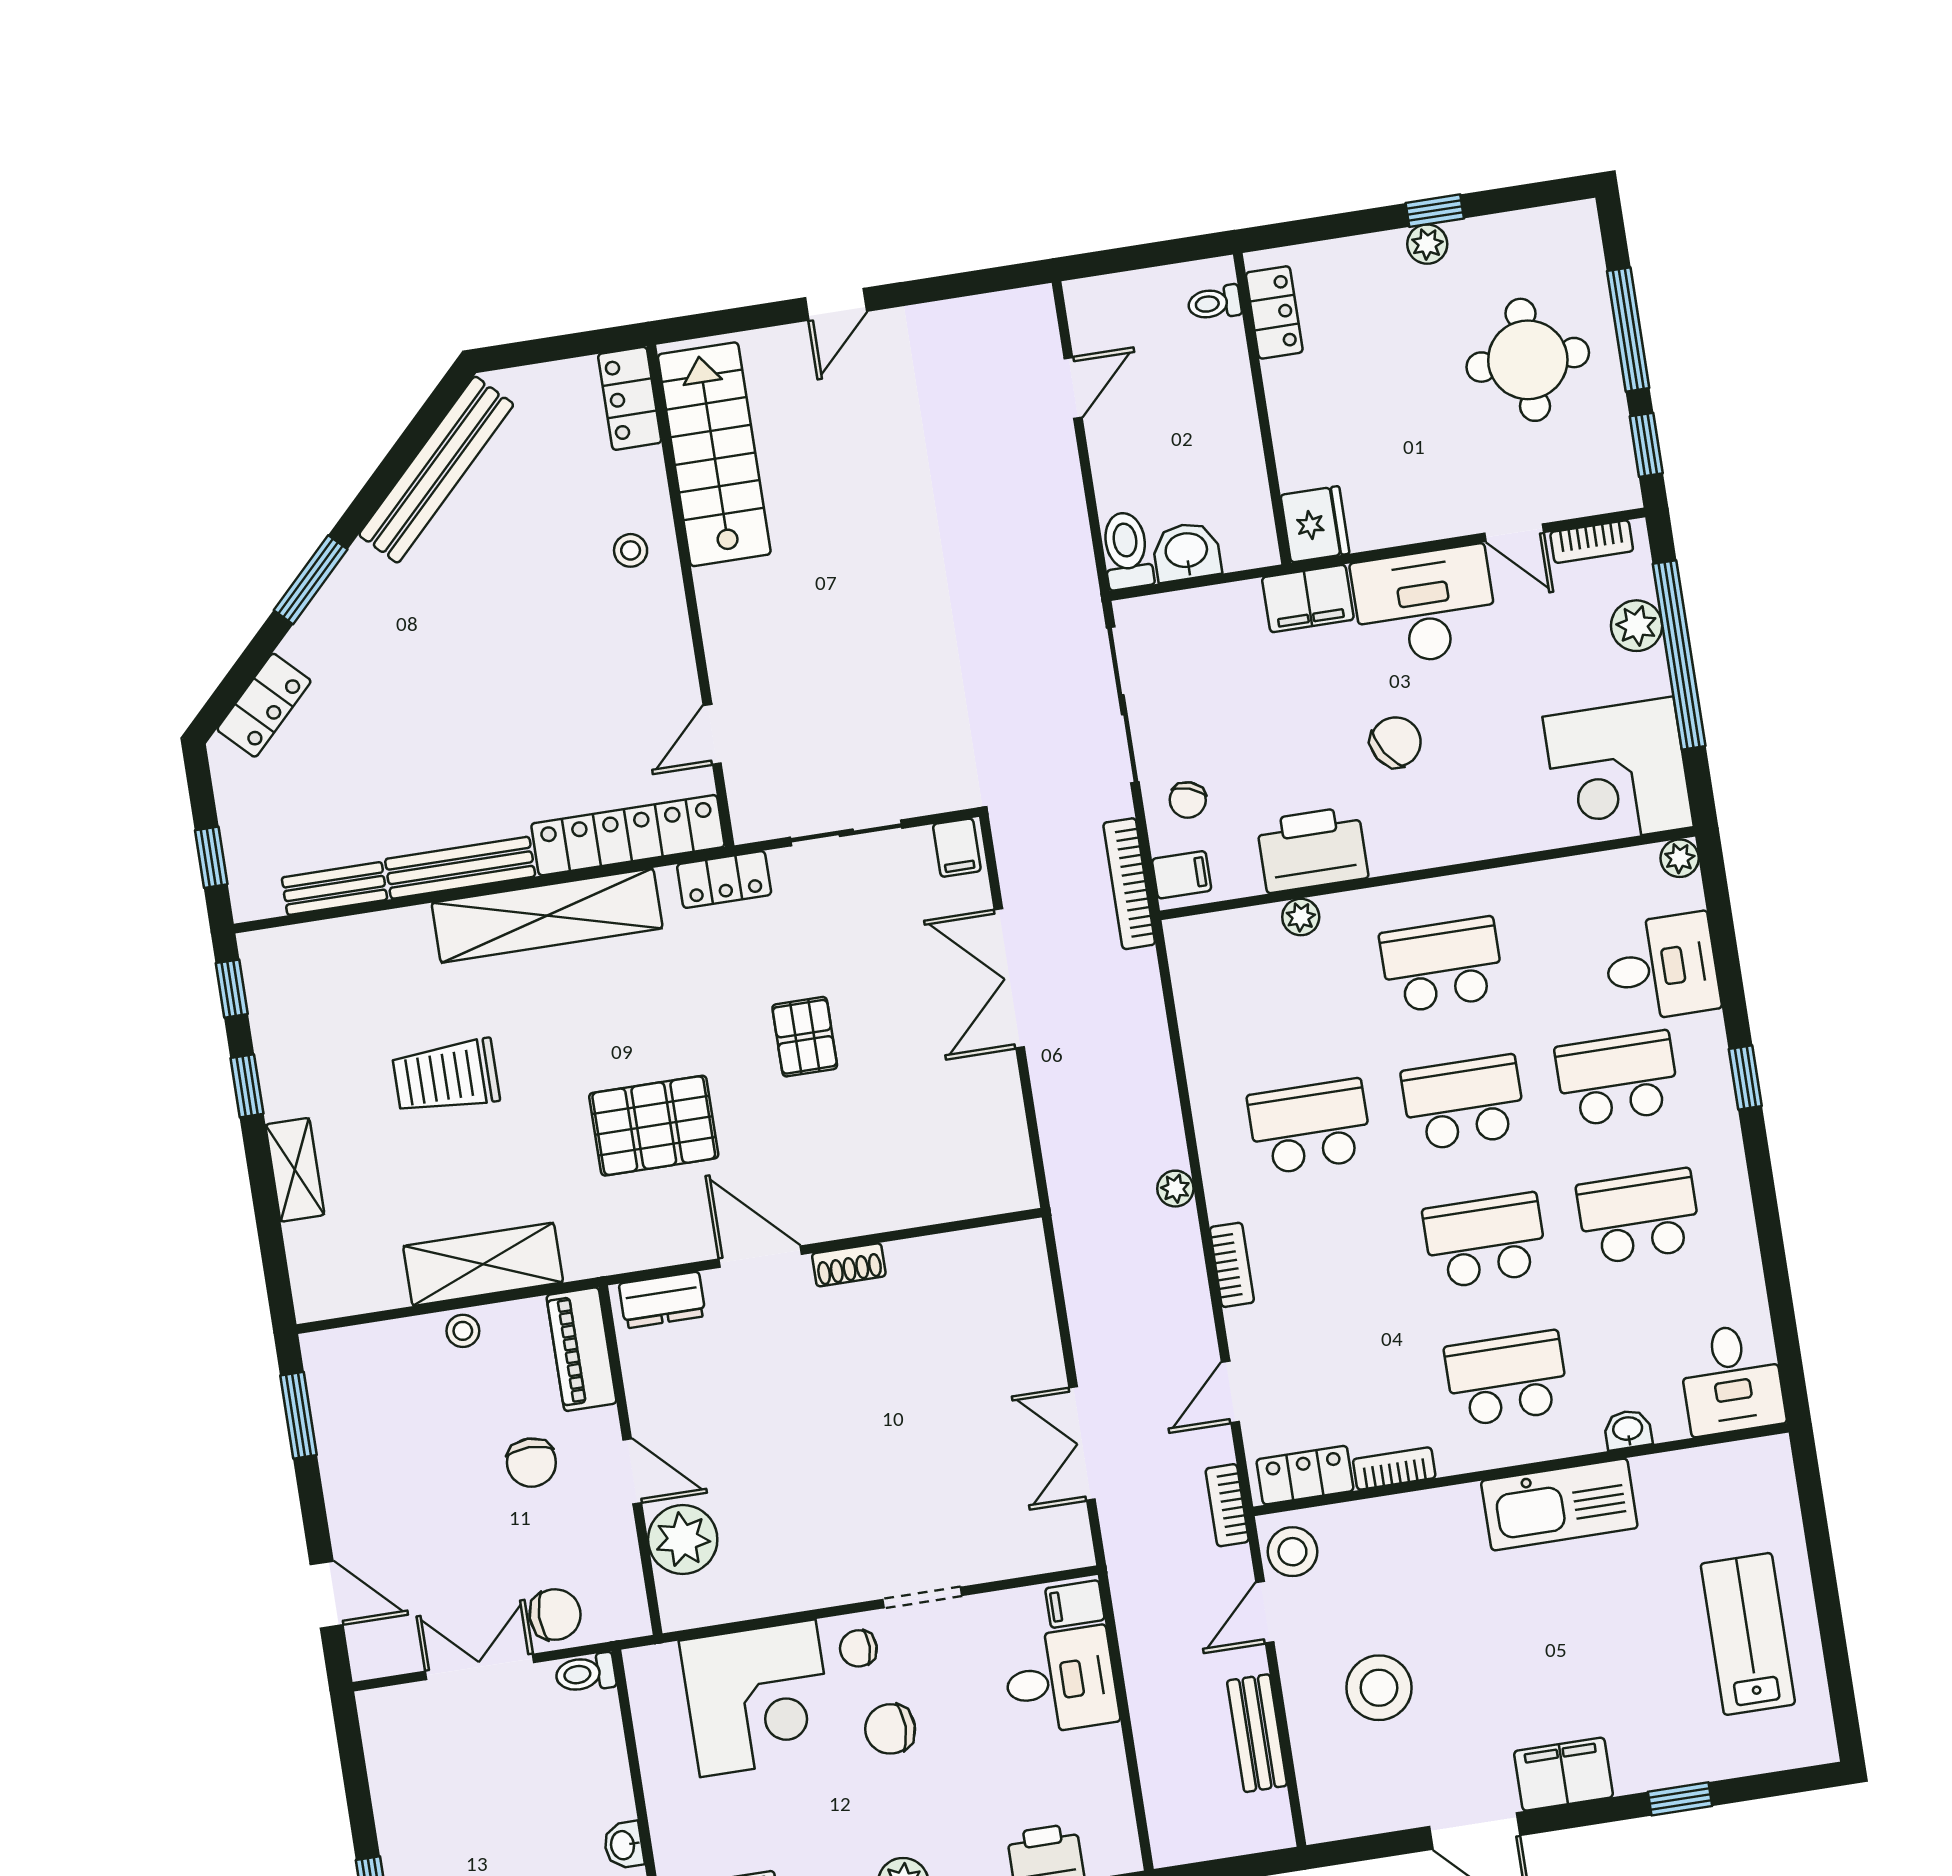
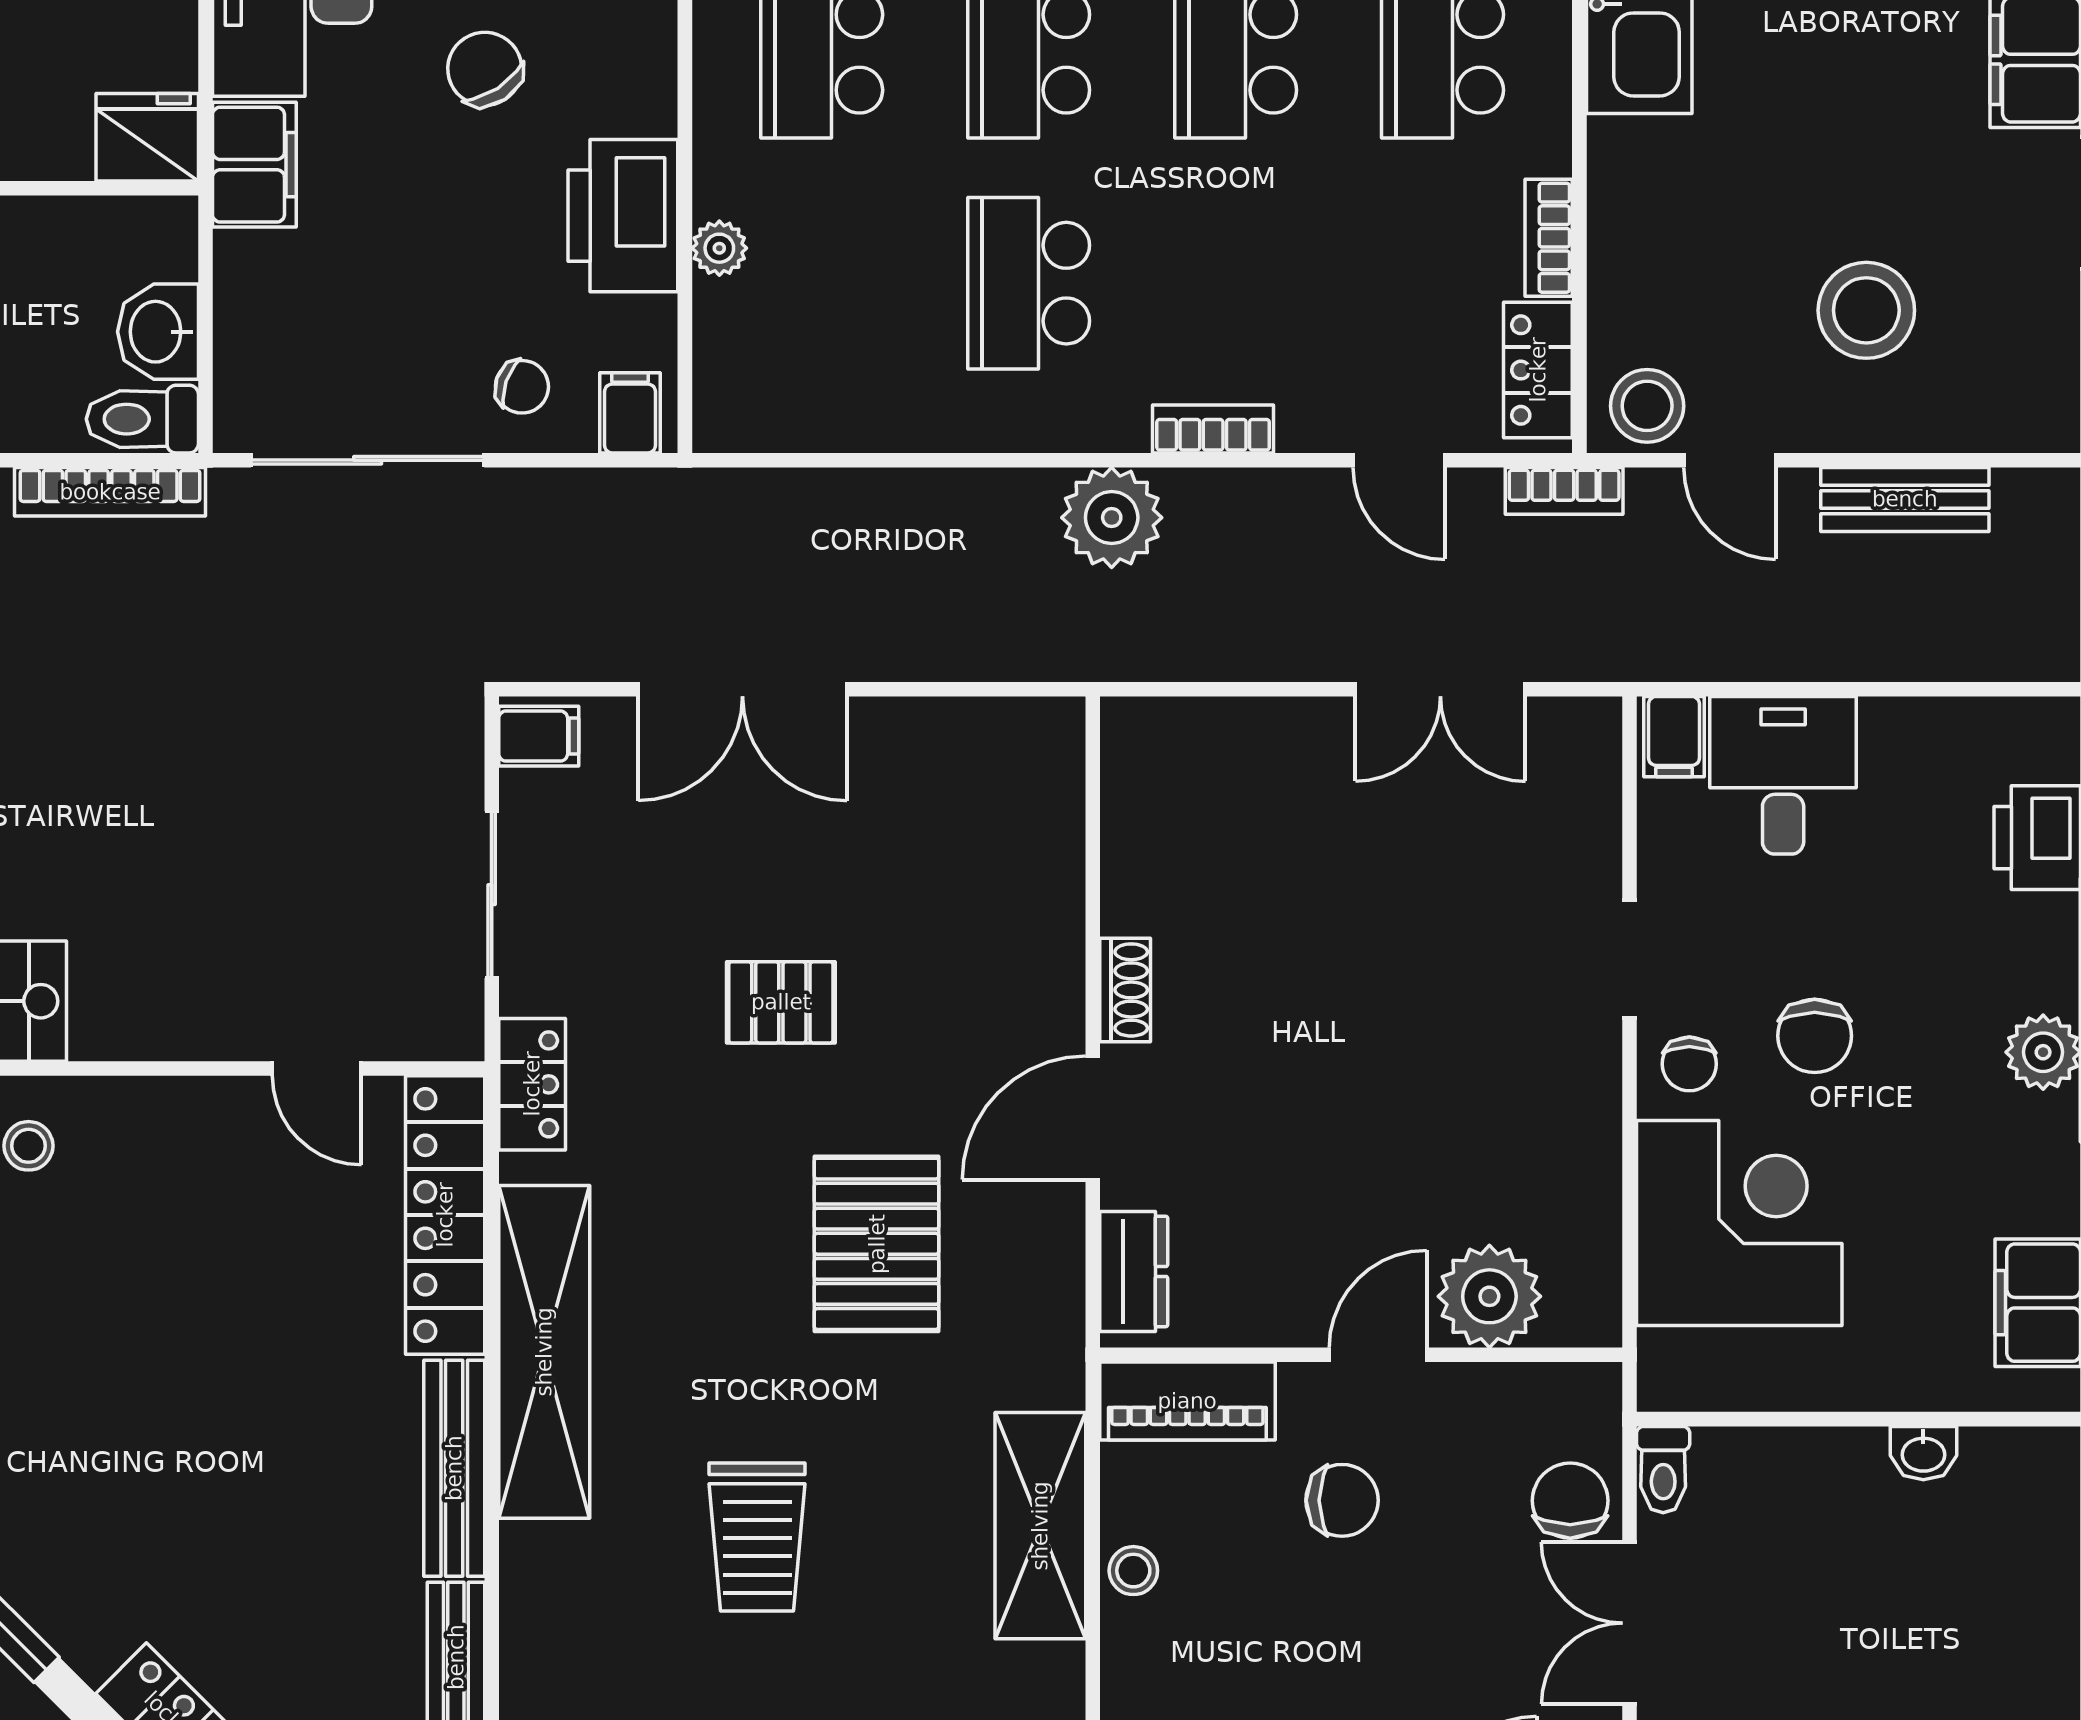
bookcase: (1129, 884) -> (110, 492), moved
plant: (1175, 1189) -> (1112, 518), width x1.87, depth x1.87

